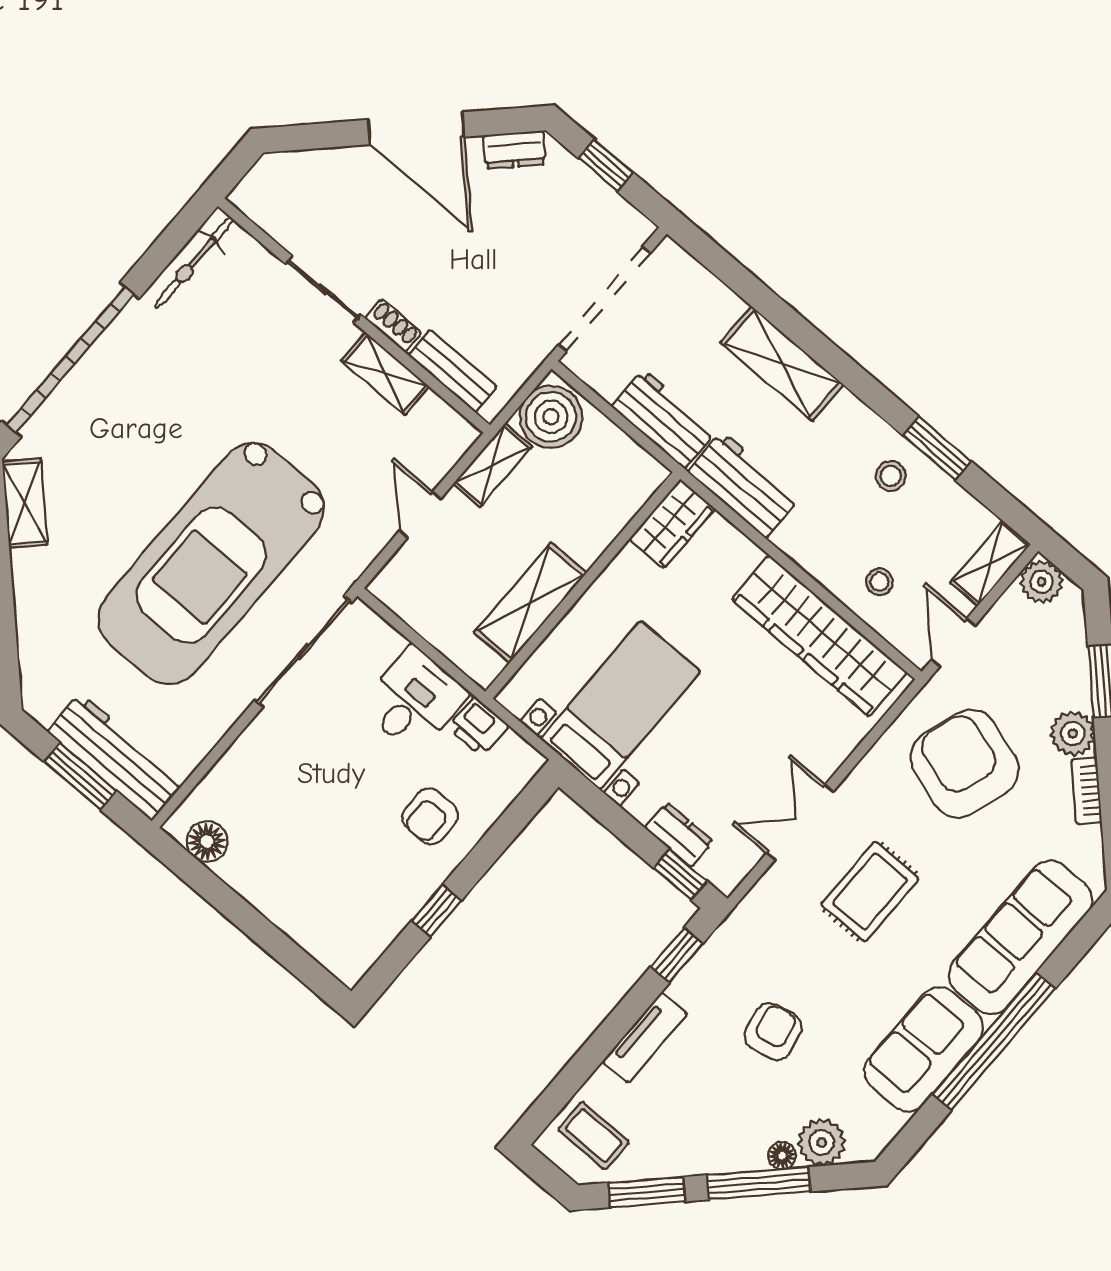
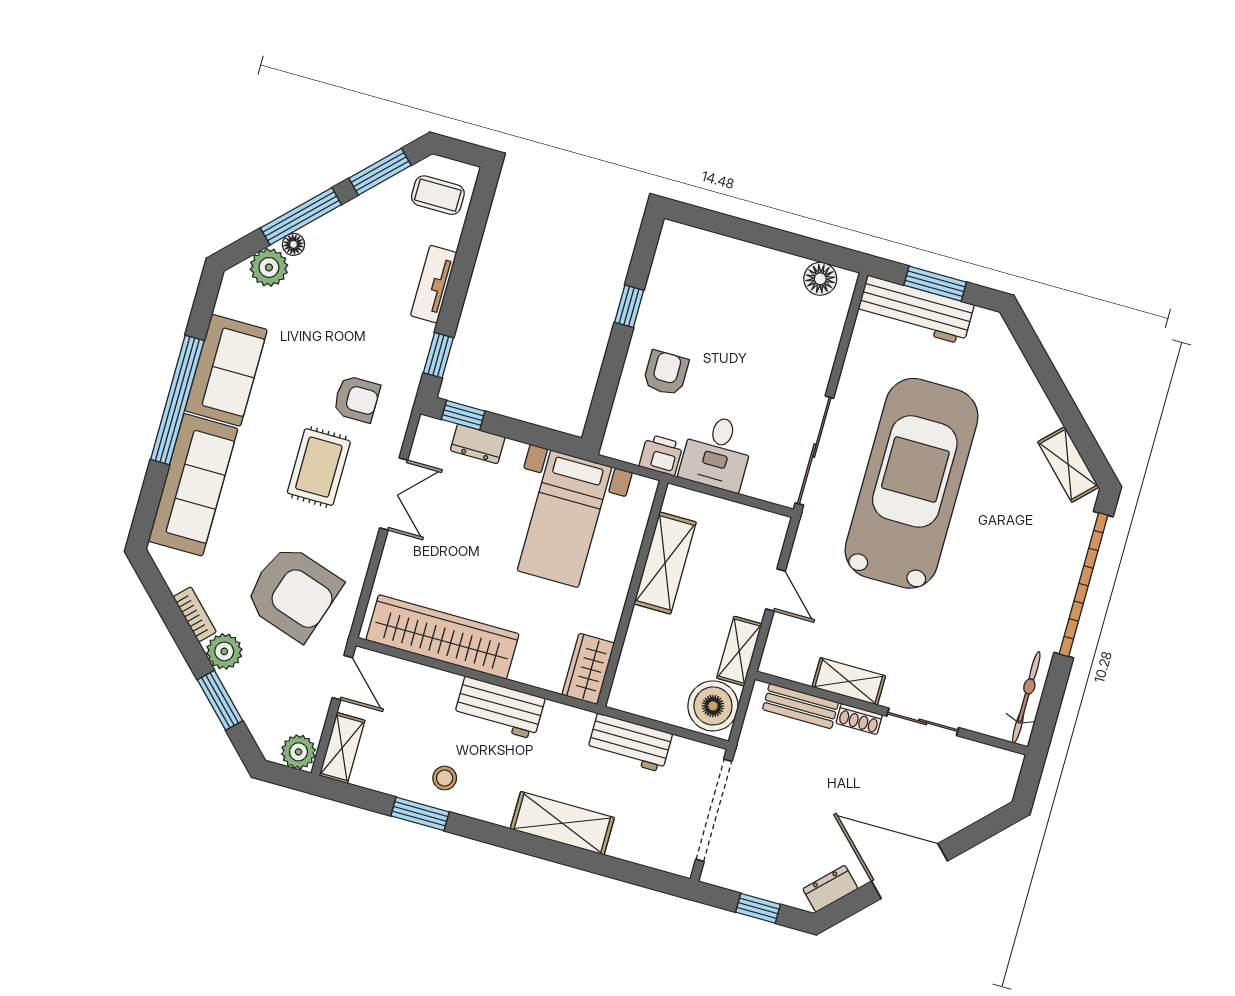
workbench: (744, 485) -> (499, 708), moved
stool: (879, 582) -> (417, 697), removed
armchair: (773, 1032) -> (357, 399), moved, turned -78

